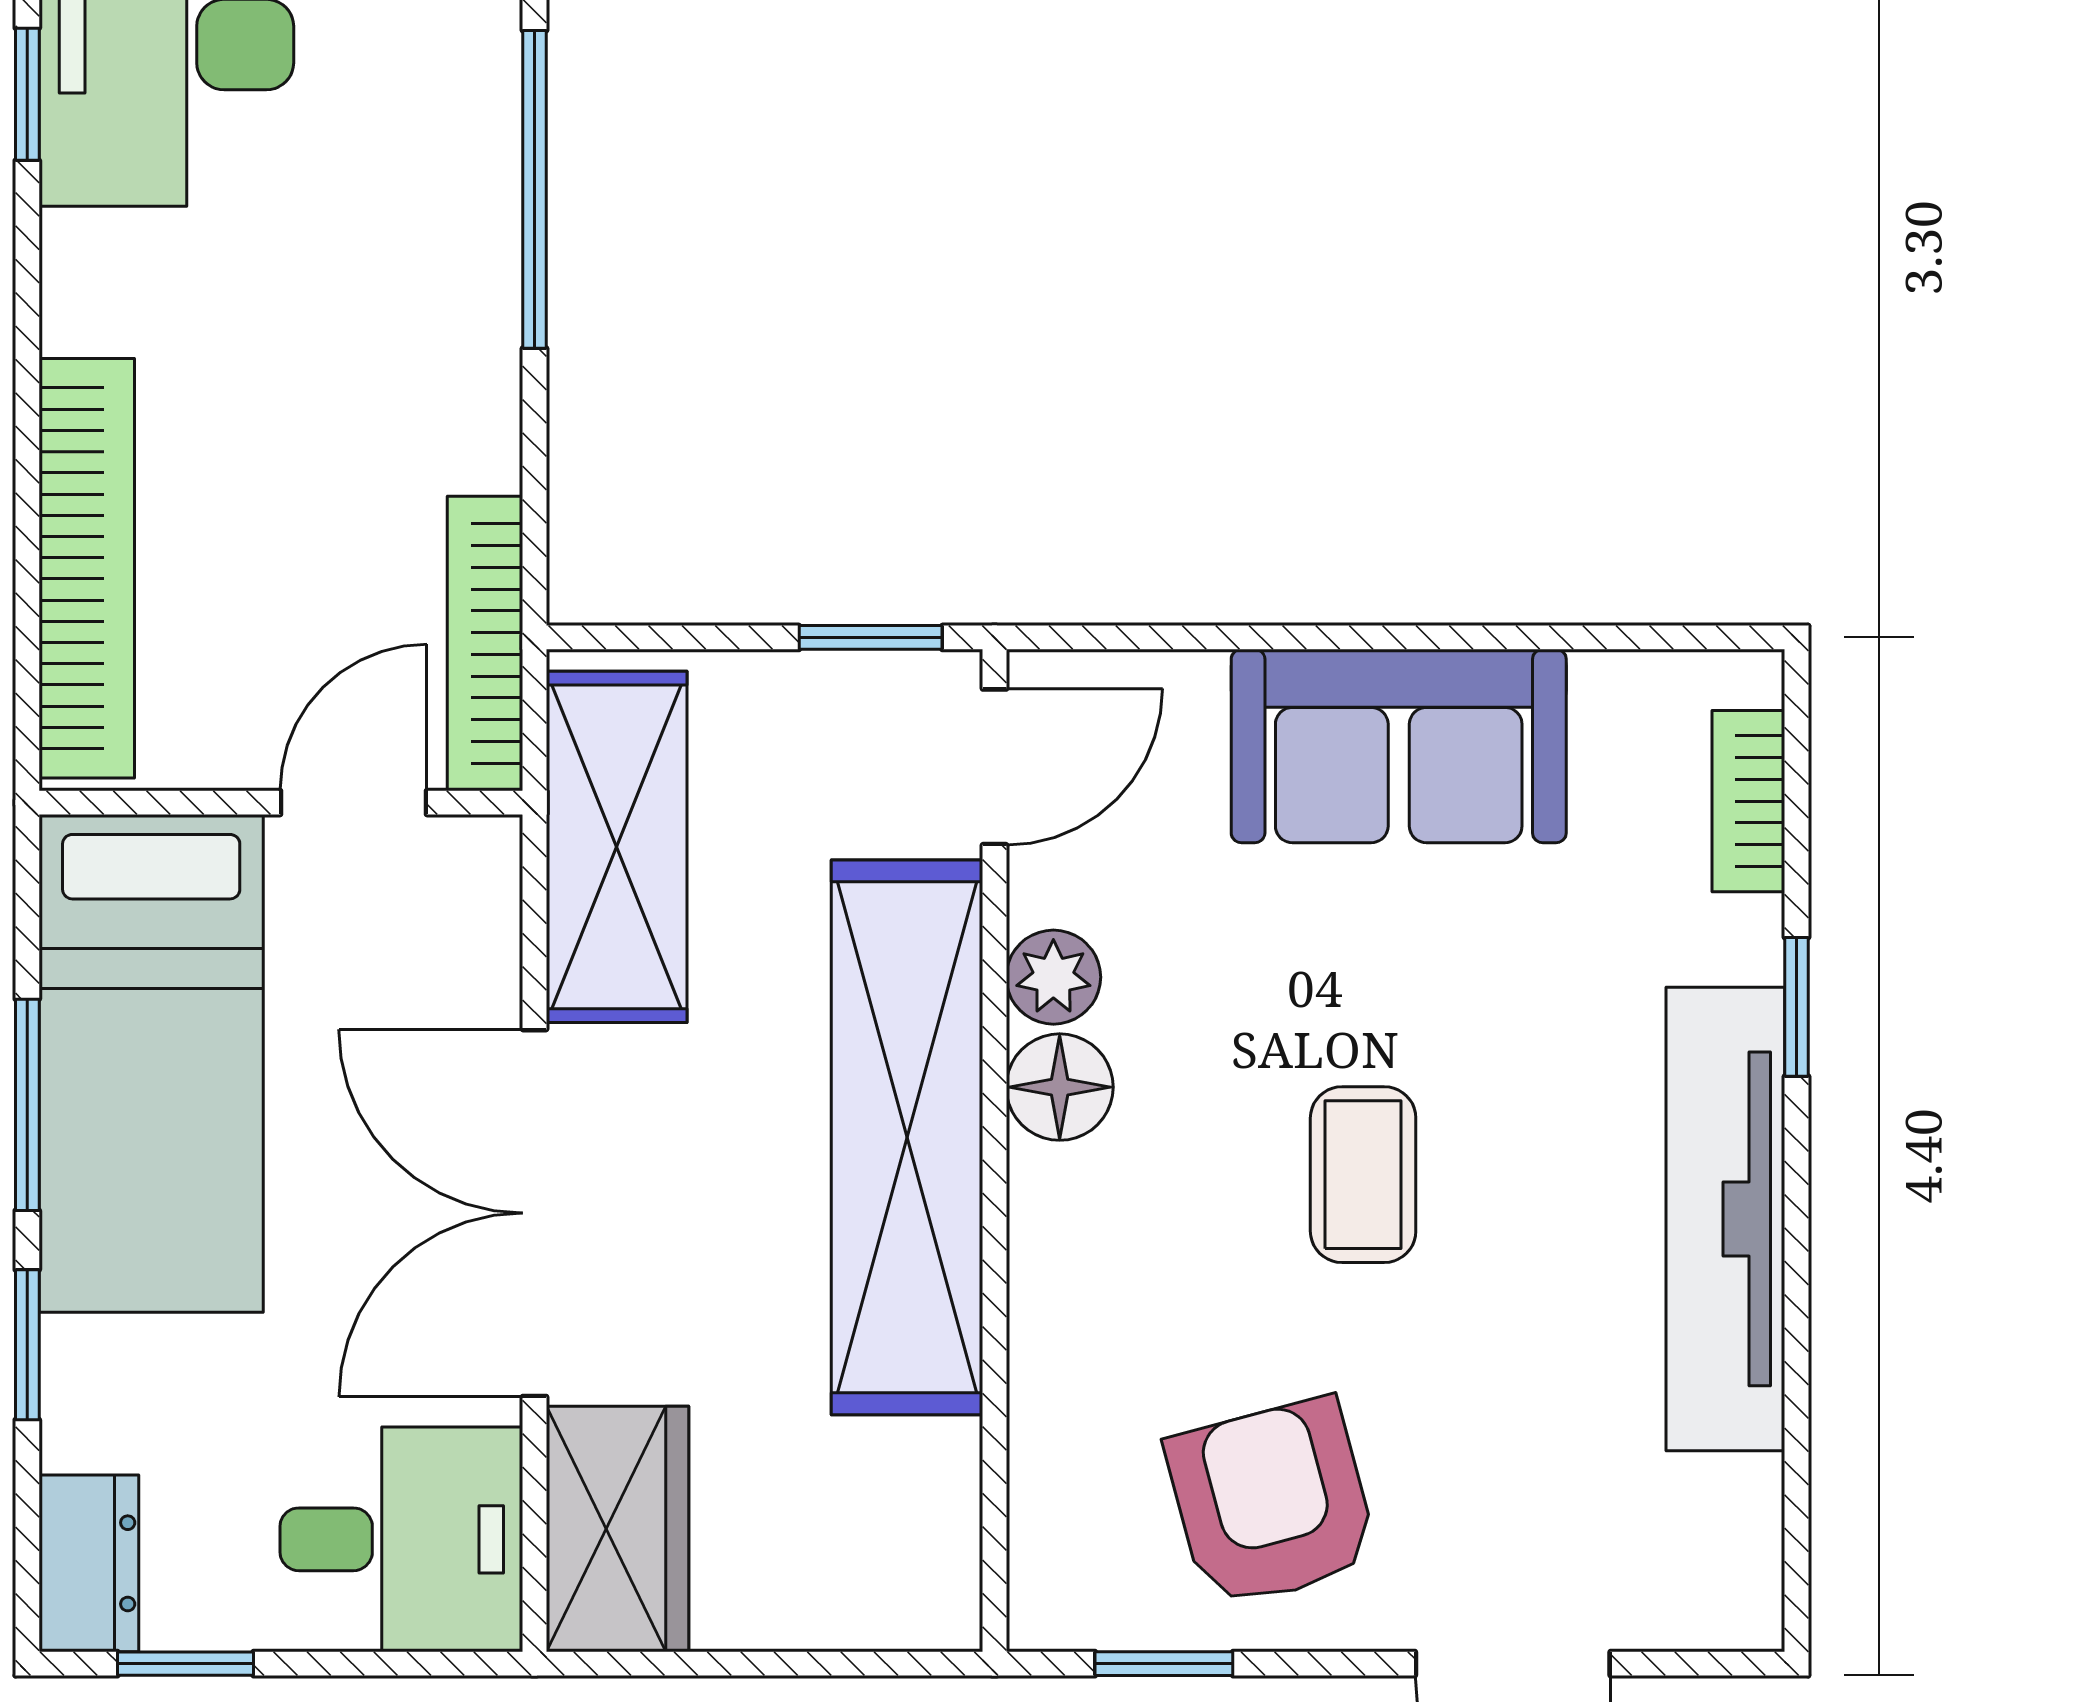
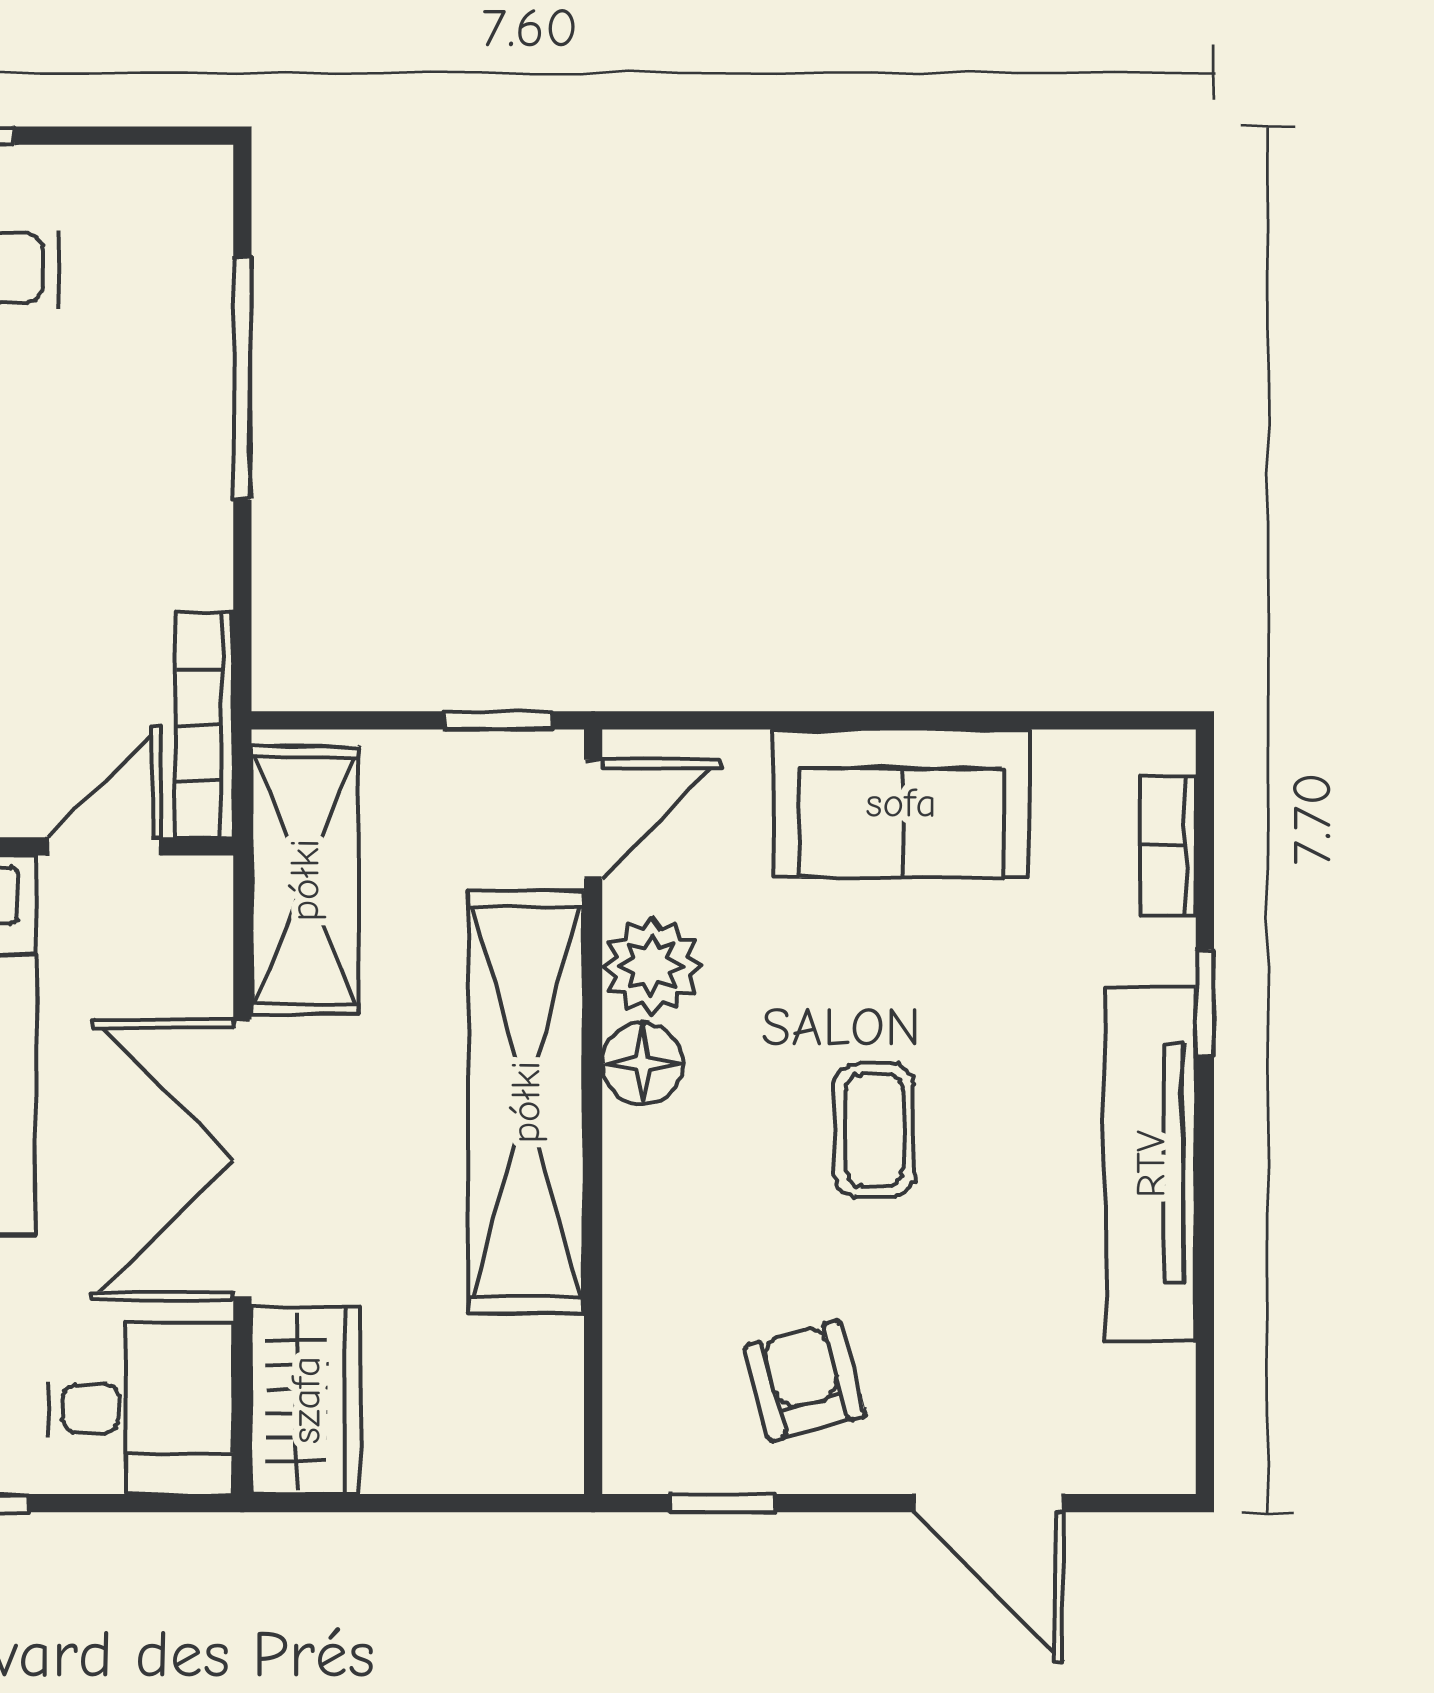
plant: (1053, 977) -> (652, 966), width x1.38, depth x1.38
armchair: (1272, 1503) -> (805, 1381), width x0.72, depth x0.72

